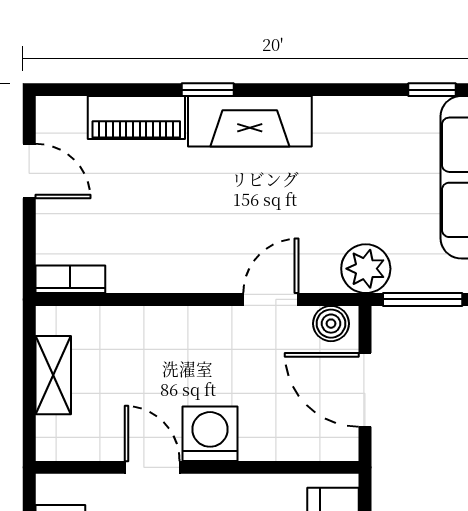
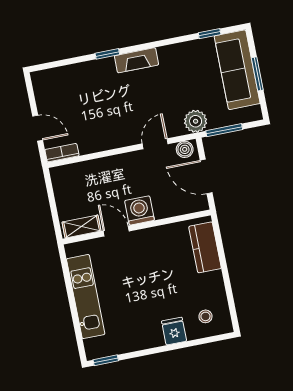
piano: (136, 118) -> (77, 73), removed
fireplace: (250, 121) -> (136, 60), width x0.73, depth x0.76
door: (29, 171) -> (38, 128), moved
shelving: (53, 375) -> (82, 227), moved, turned 90

